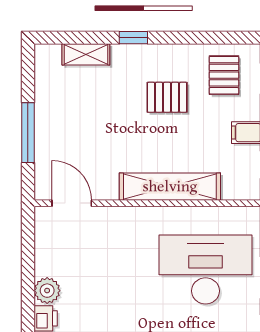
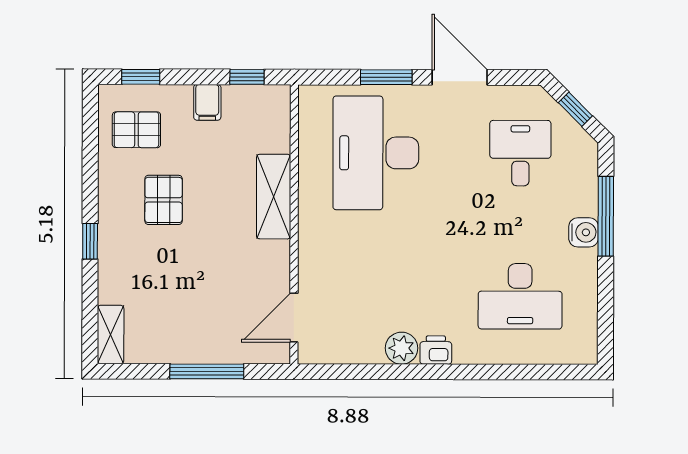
shelving: (86, 54) -> (111, 334), moved
shelving: (170, 187) -> (274, 197), width x0.68

